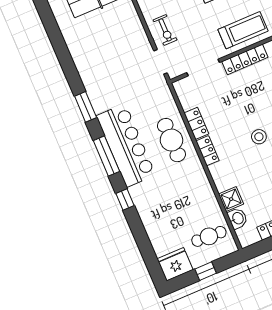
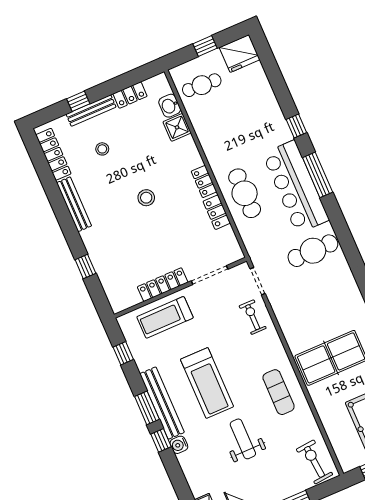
cafe table: (111, 89) -> (313, 251), added
window: (86, 107) -> (341, 230), removed

